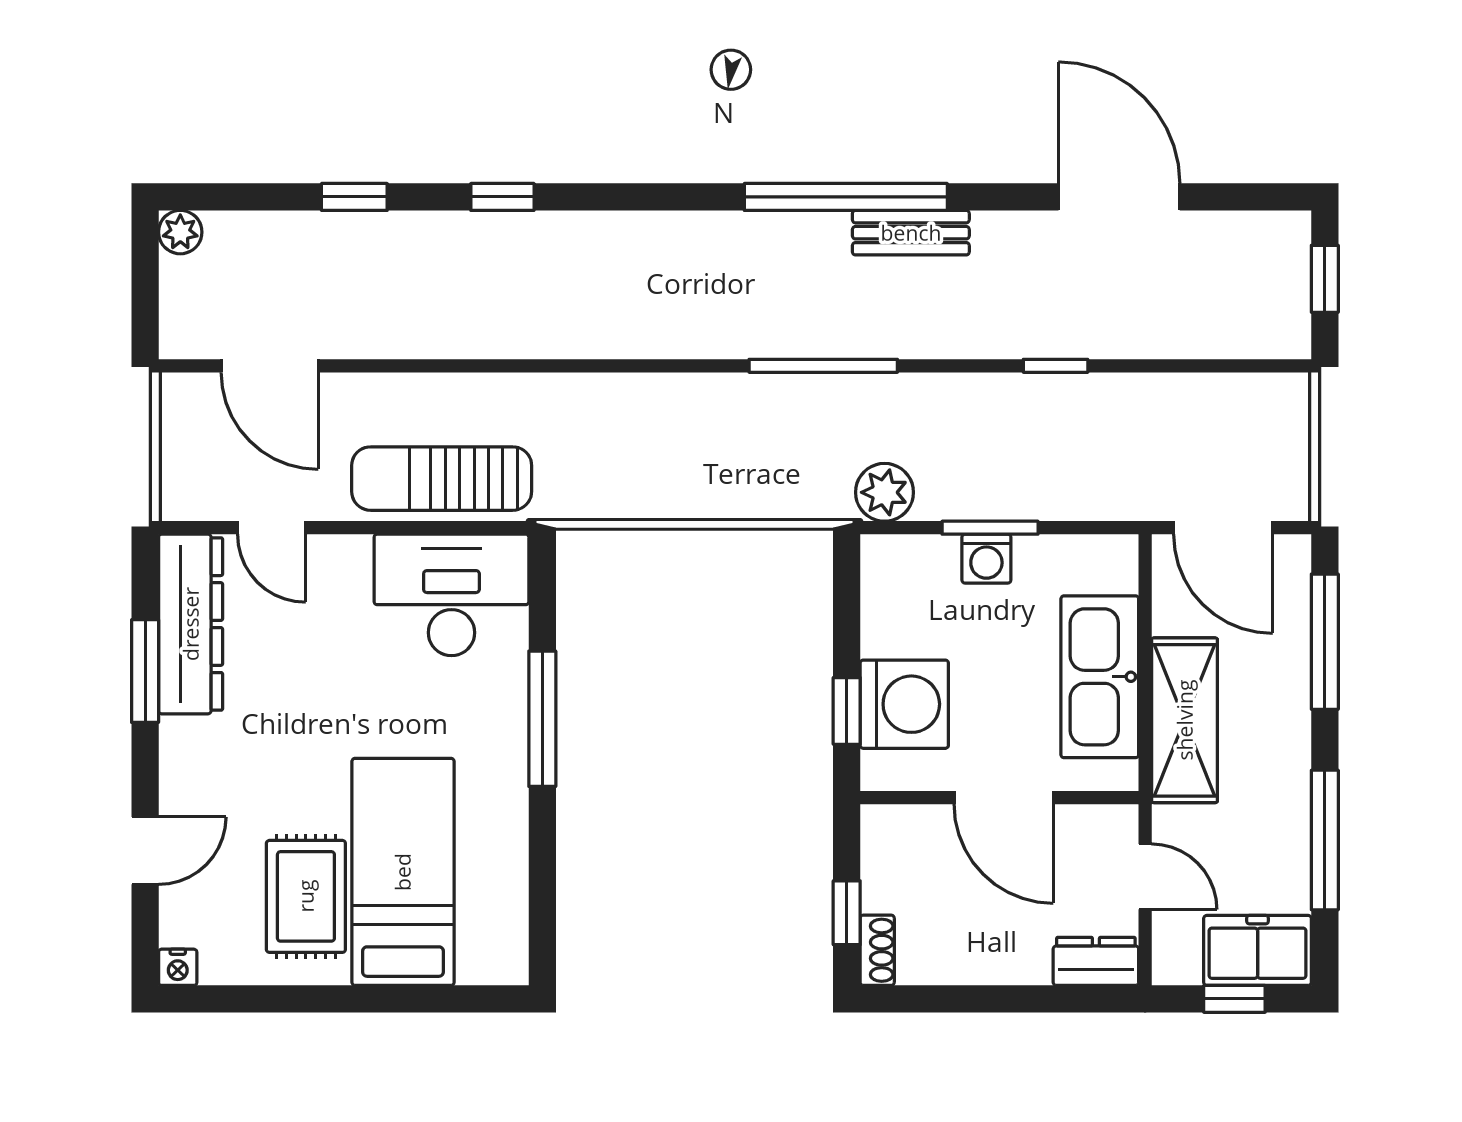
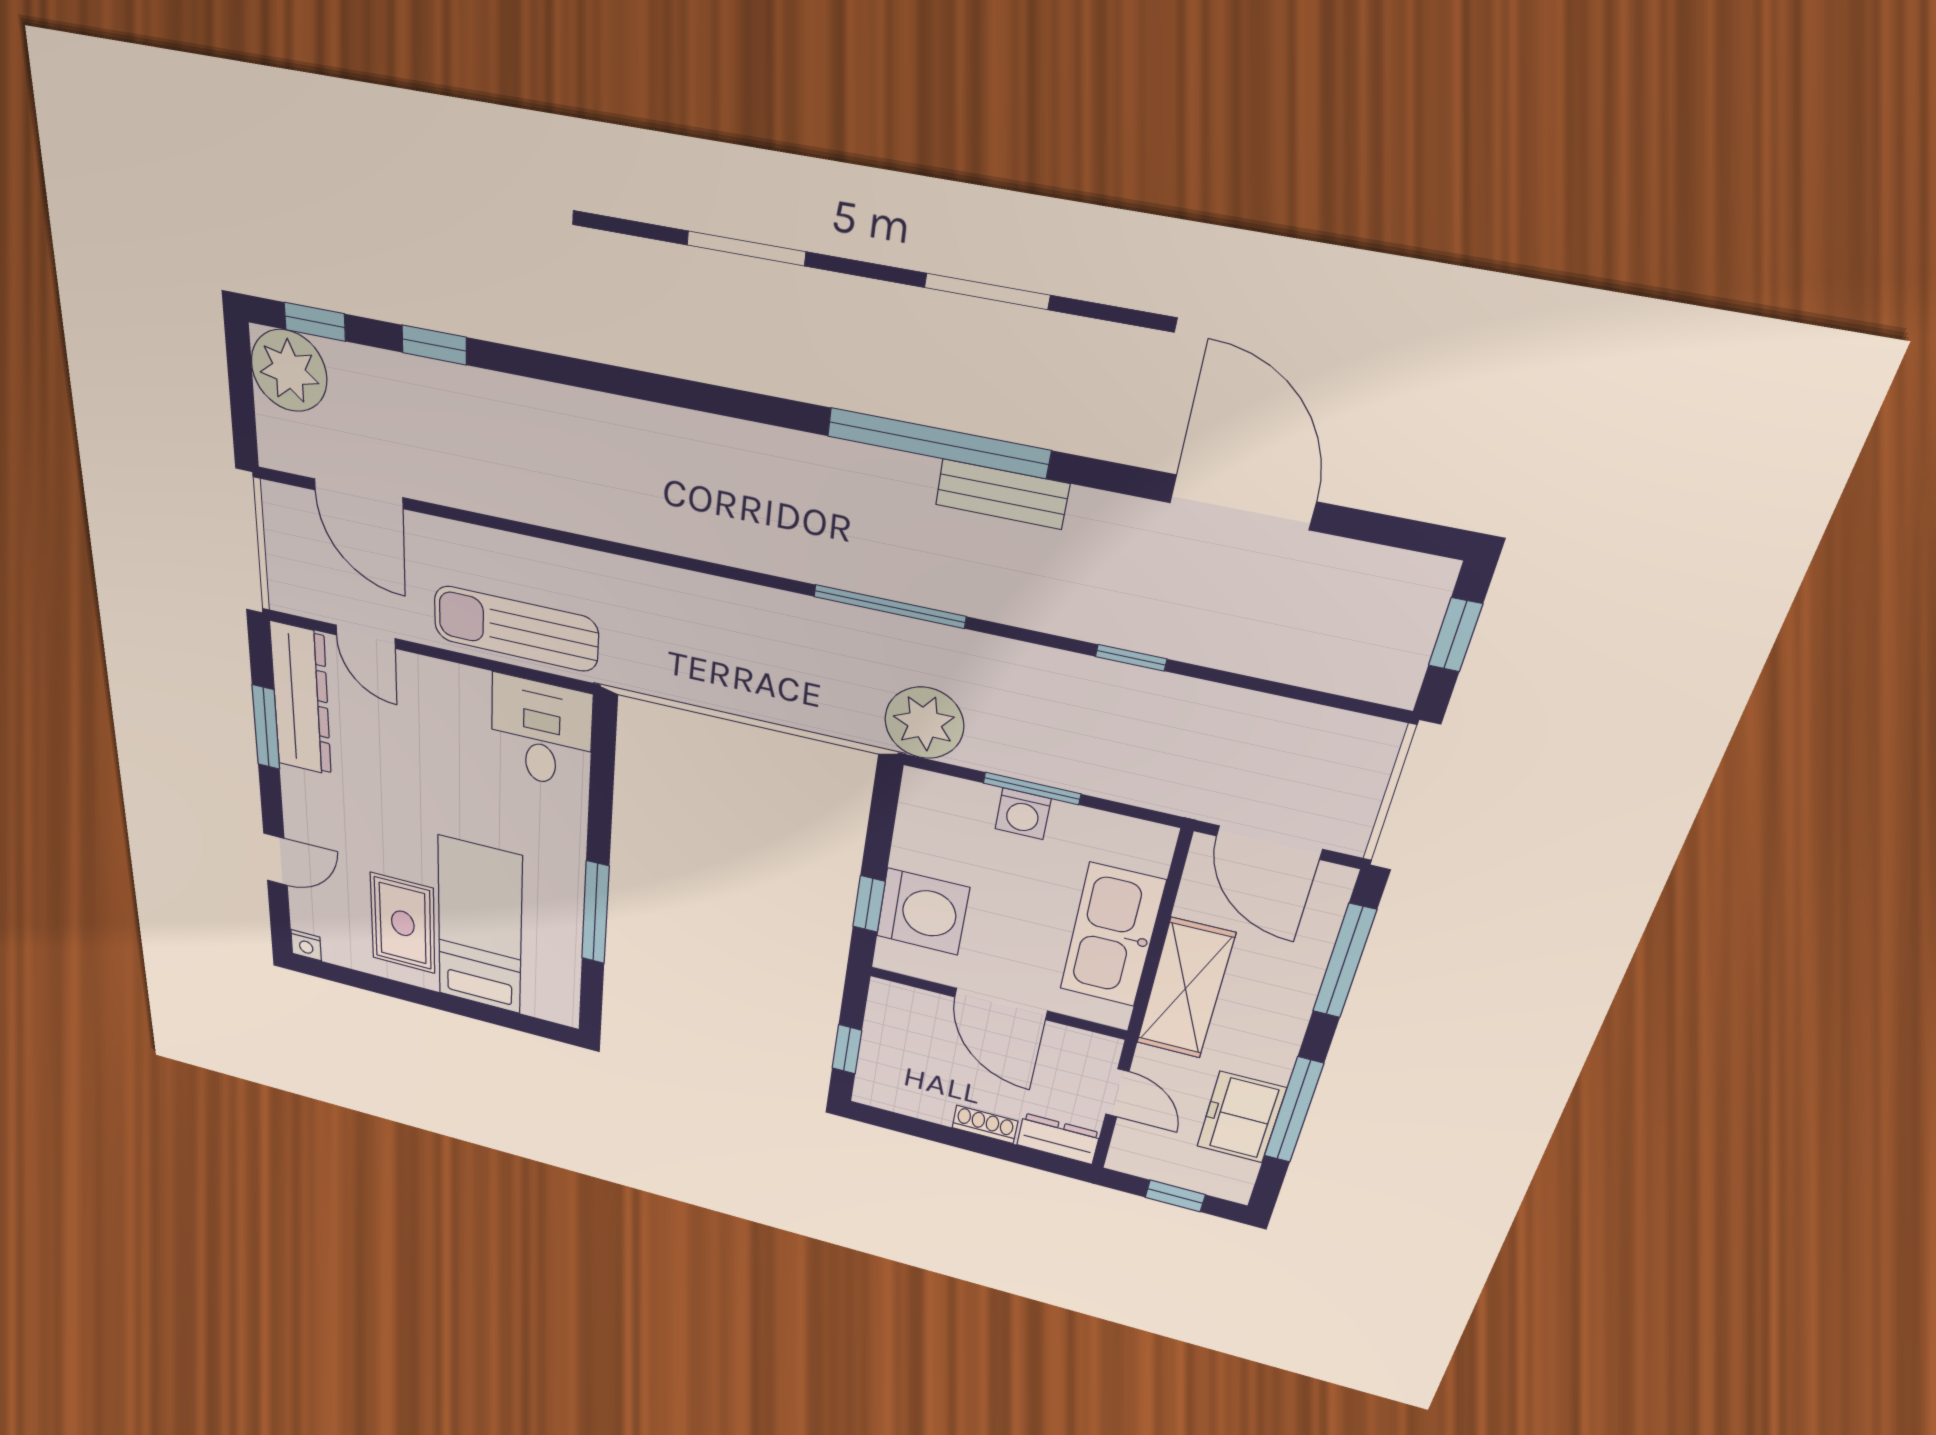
window: (502, 197) -> (315, 322), moved
plant: (180, 232) -> (289, 371), width x1.87, depth x1.87
plant: (884, 492) -> (924, 723), width x1.36, depth x1.36
desk: (451, 595) -> (541, 733), width x0.73
window: (542, 719) -> (595, 913), moved
shoe rack: (877, 950) -> (985, 1124), moved, turned -90
freezer: (1258, 950) -> (1241, 1117), moved, turned -90

